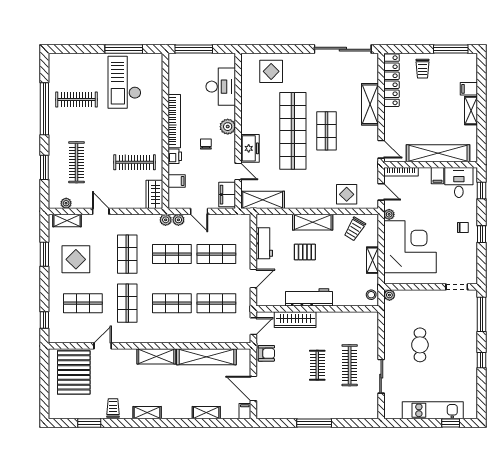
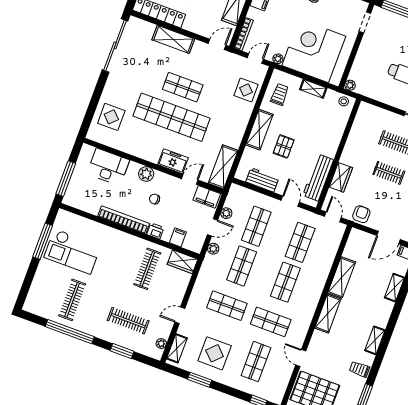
plant: (166, 220) -> (226, 213), moved
trolley: (355, 229) -> (280, 94), turned -121
workbench: (309, 297) -> (318, 178), moved
wardrobe: (295, 320) -> (341, 177), width x0.67
shelving: (206, 357) -> (342, 277), width x0.68

